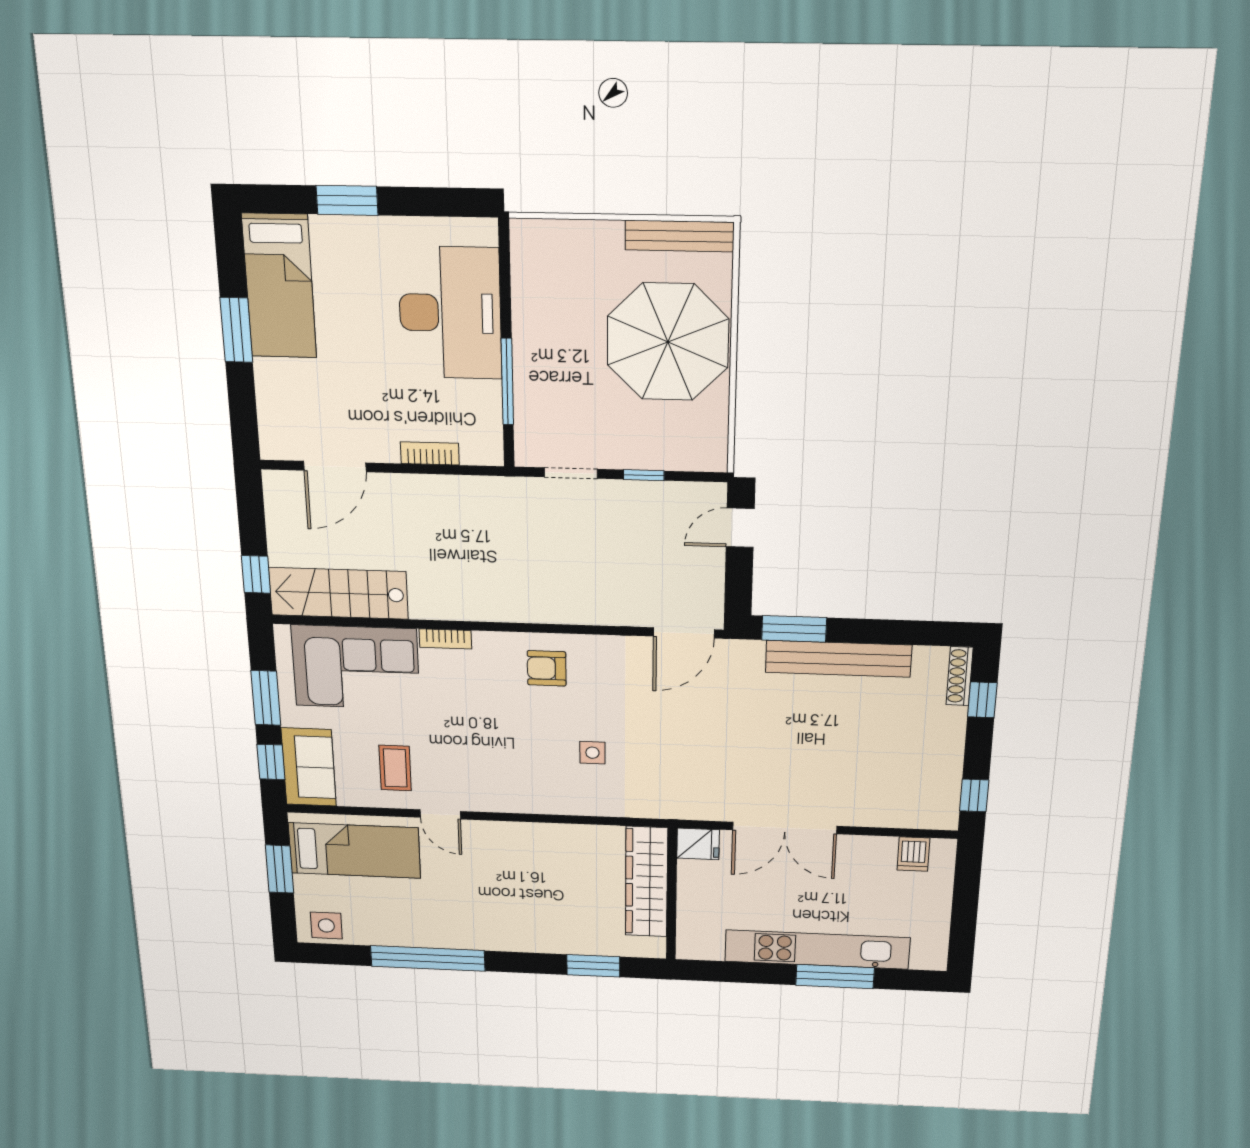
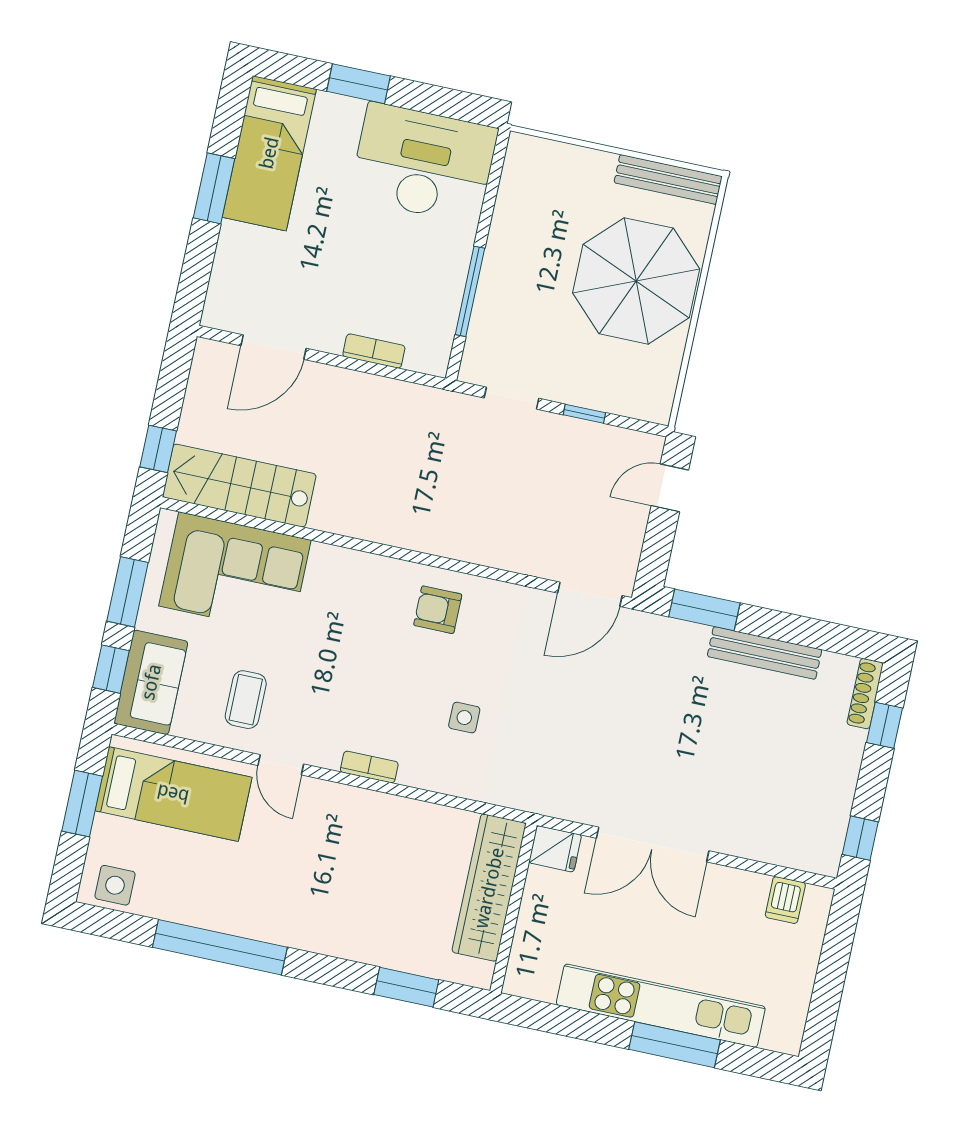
desk: (450, 313) -> (424, 163), moved, turned -90
bookcase: (445, 639) -> (369, 767), moved, turned 180
bench: (838, 659) -> (765, 653), width x0.73, depth x0.82

